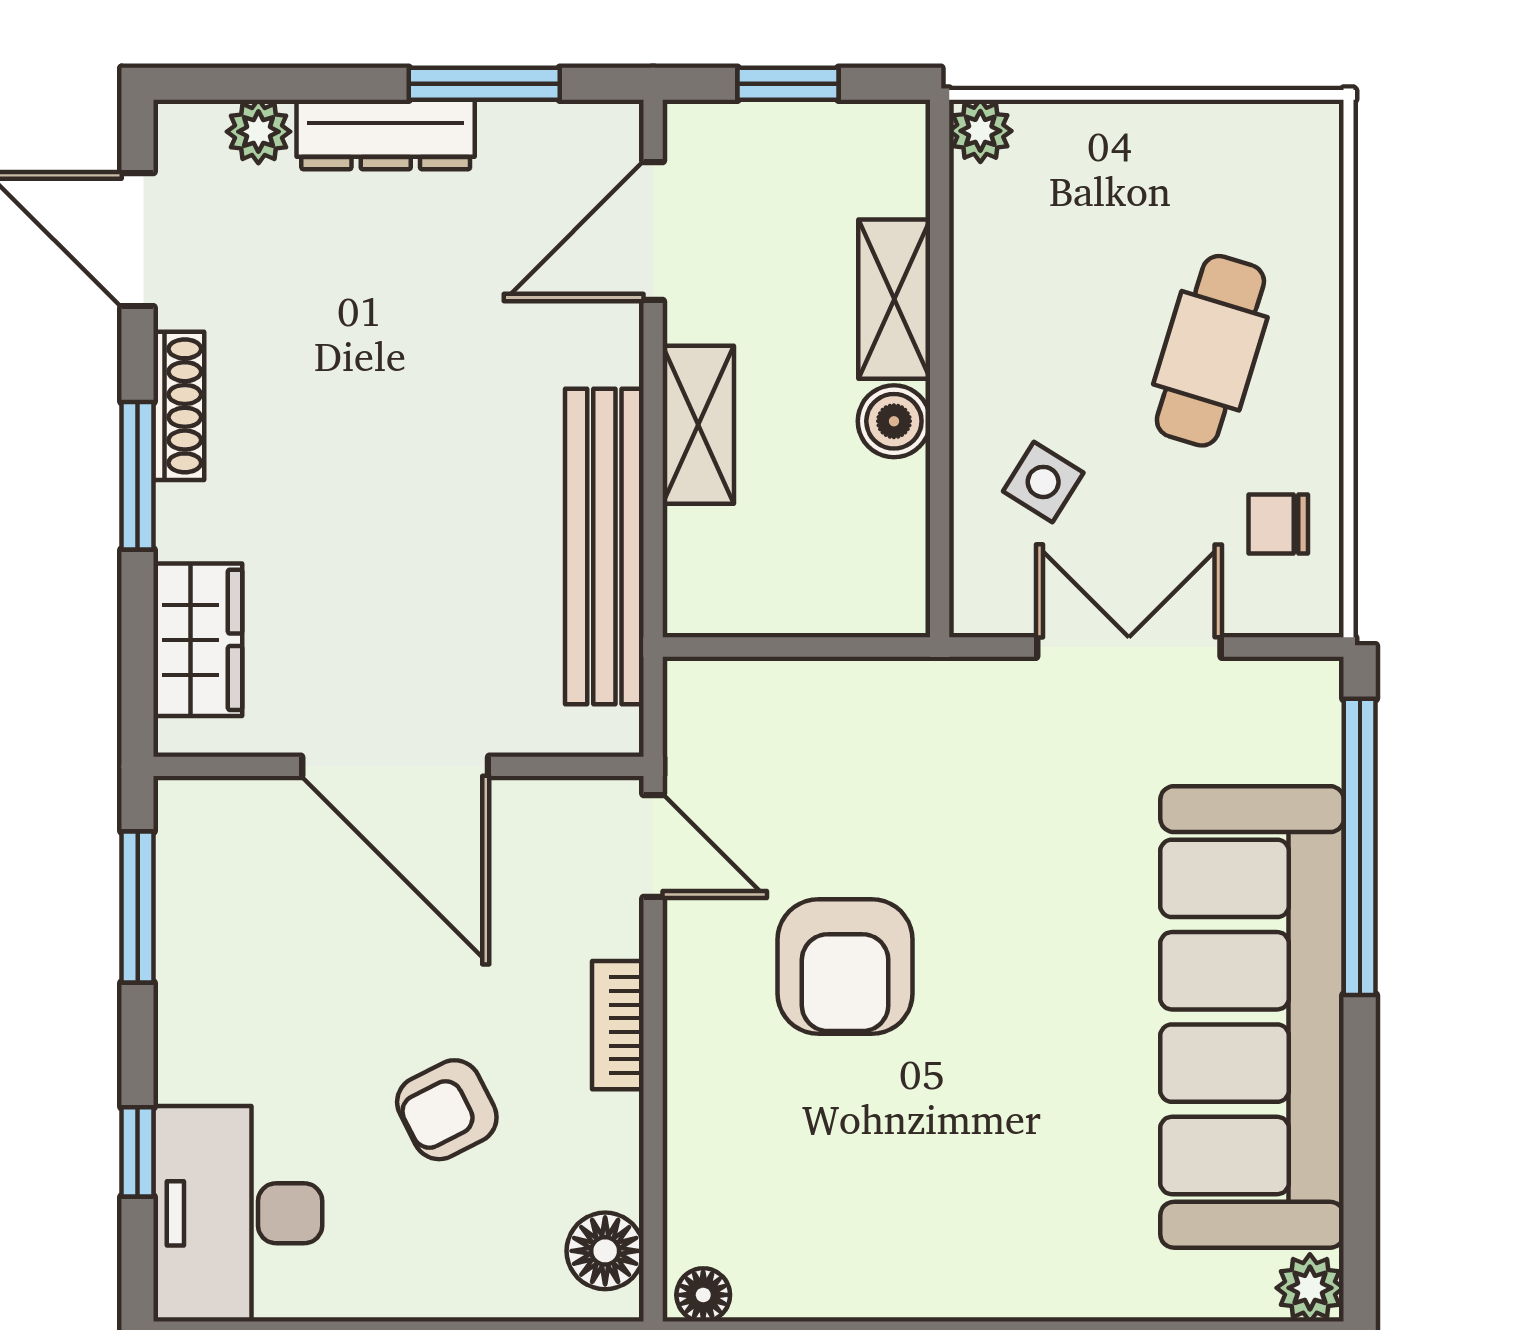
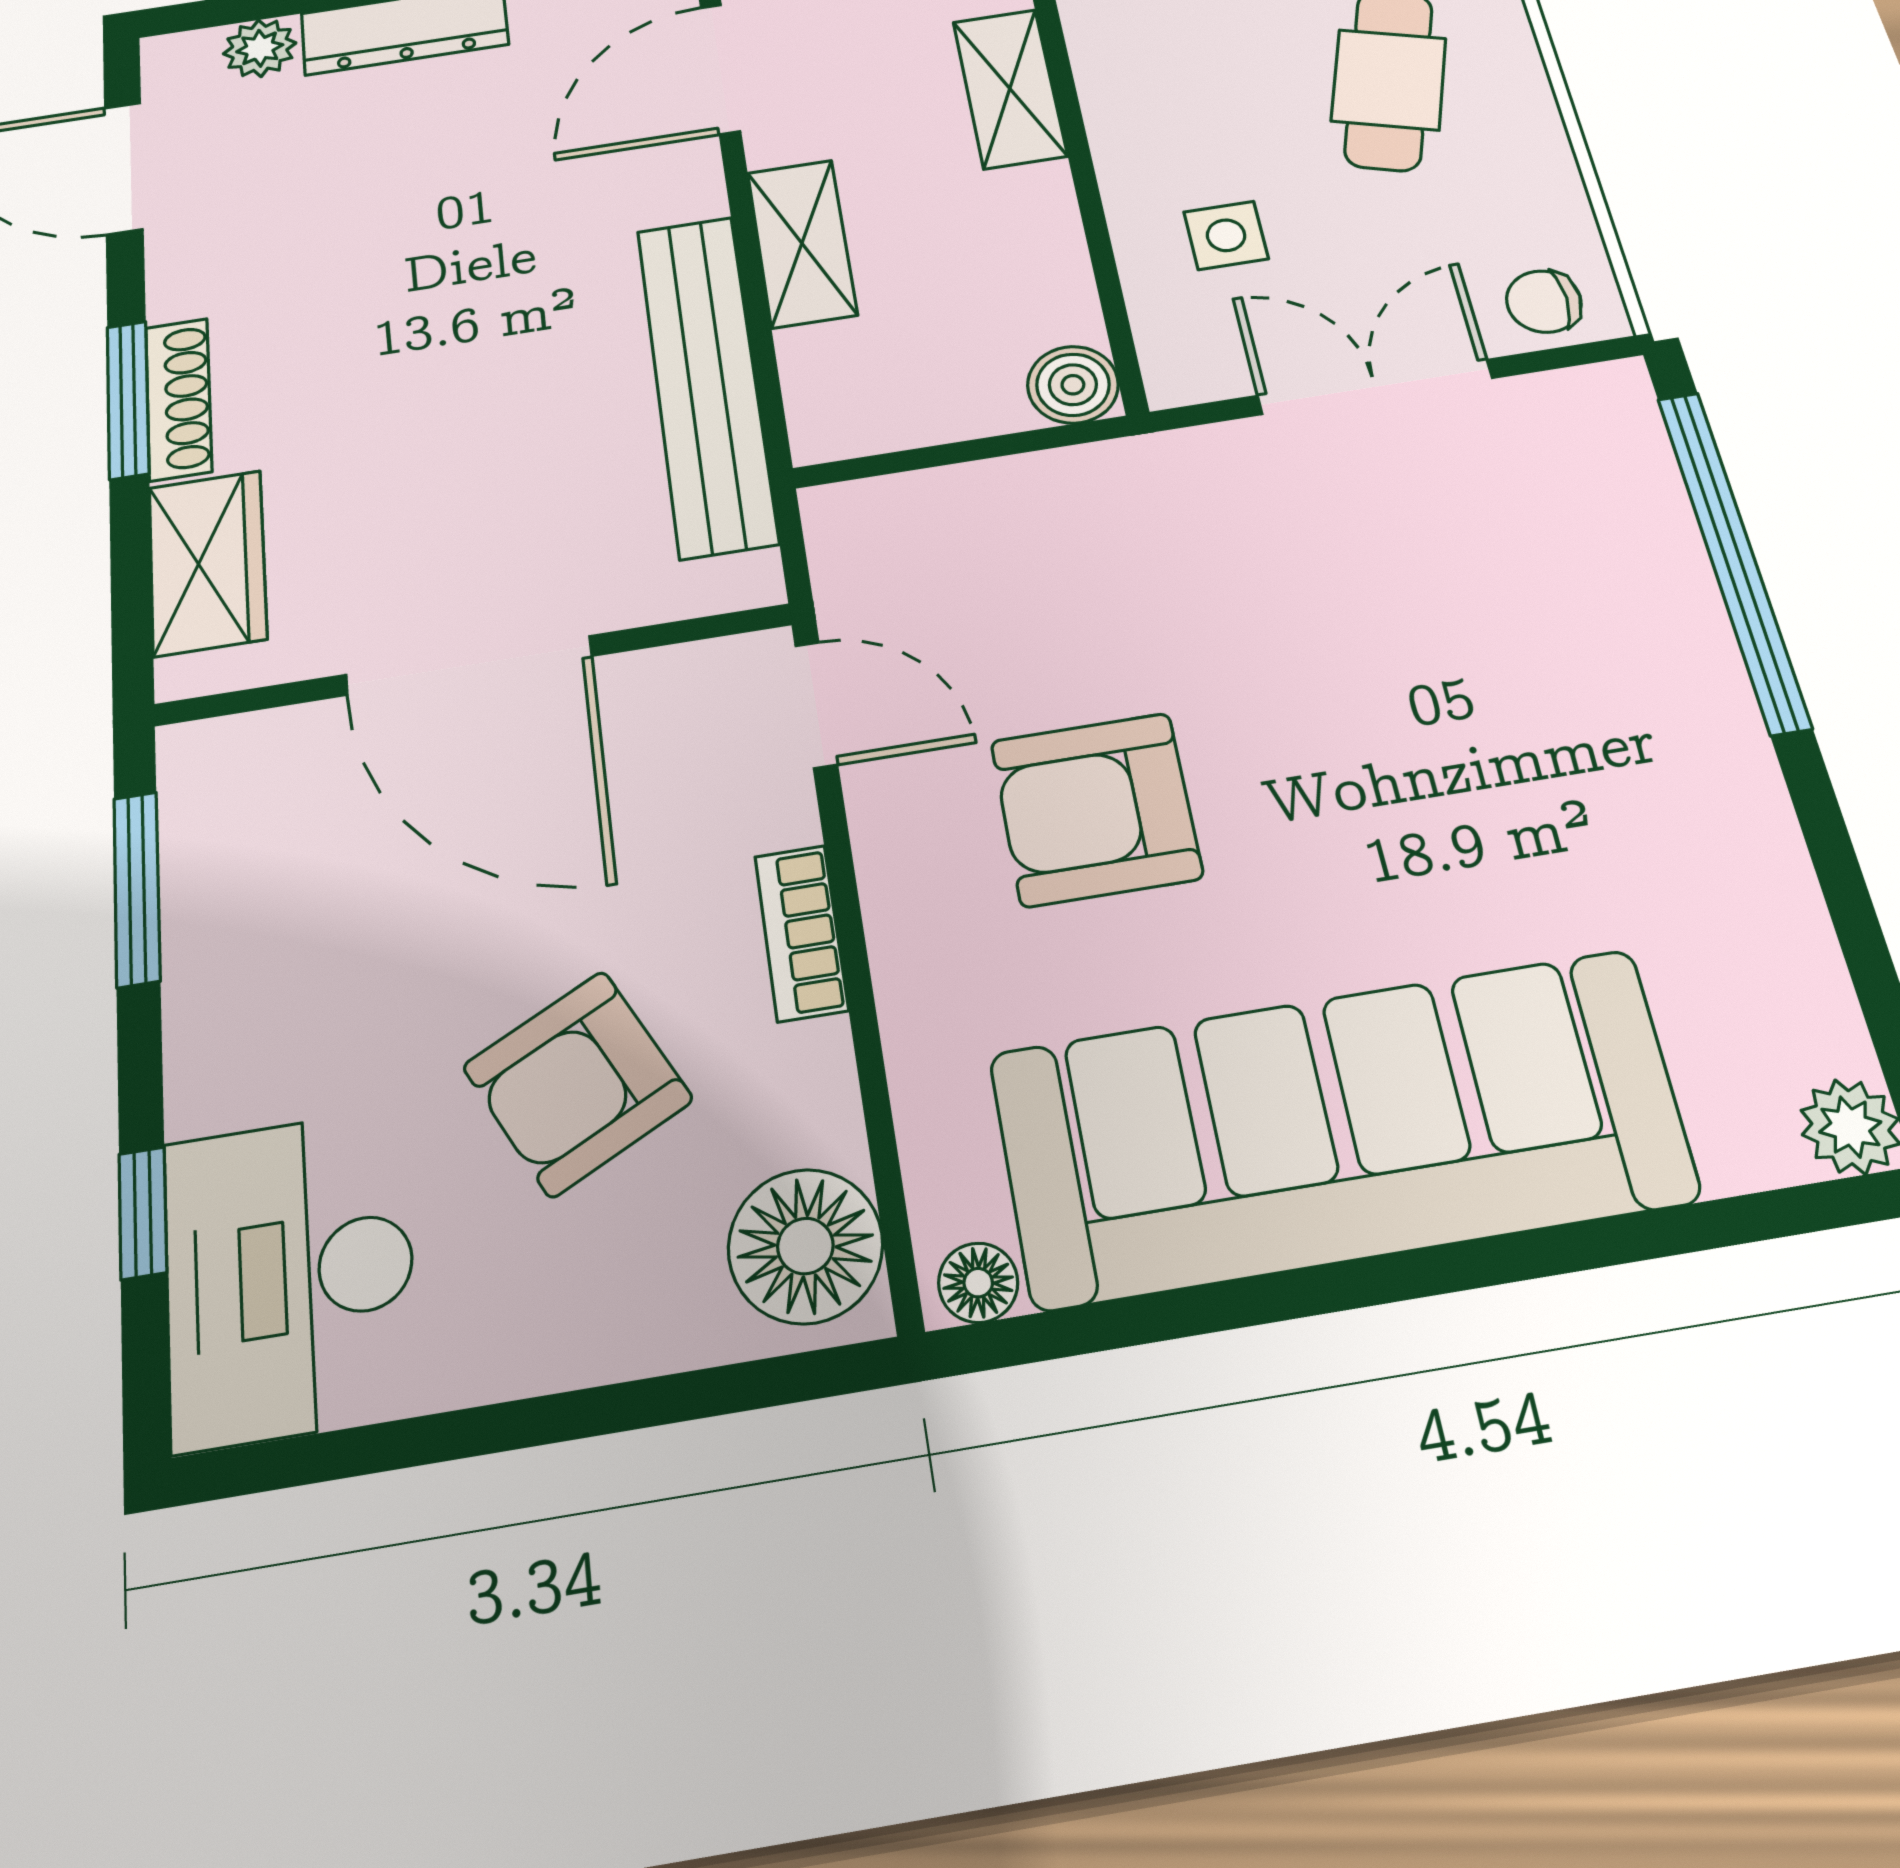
shoe rack: (179, 406) -> (179, 399), moved
boiler: (894, 421) -> (1073, 385), moved
side table: (1043, 482) -> (1226, 235), turned -32
chair: (1278, 524) -> (1544, 301), moved
armchair: (845, 966) -> (1096, 809), turned 90
sofa: (1252, 1017) -> (1340, 1127), moved, turned 90
armchair: (447, 1110) -> (578, 1083), width x1.38, depth x1.38
floor lamp: (605, 1251) -> (805, 1246), width x1.38, depth x1.38

